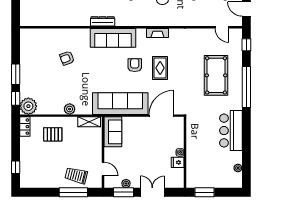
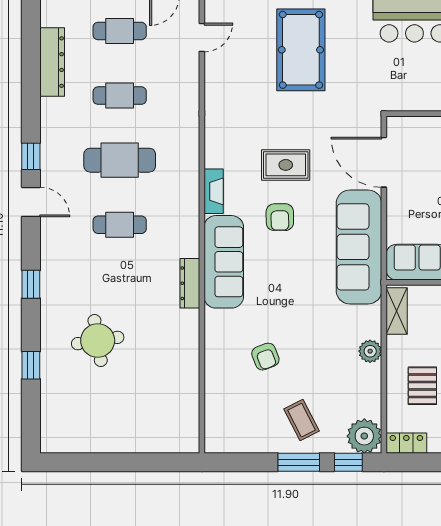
fireplace: (157, 33) -> (214, 191), moved
armchair: (135, 65) -> (280, 217), turned -91
pool table: (216, 75) -> (301, 50), turned 90
coffee table: (36, 76) -> (302, 420), added

